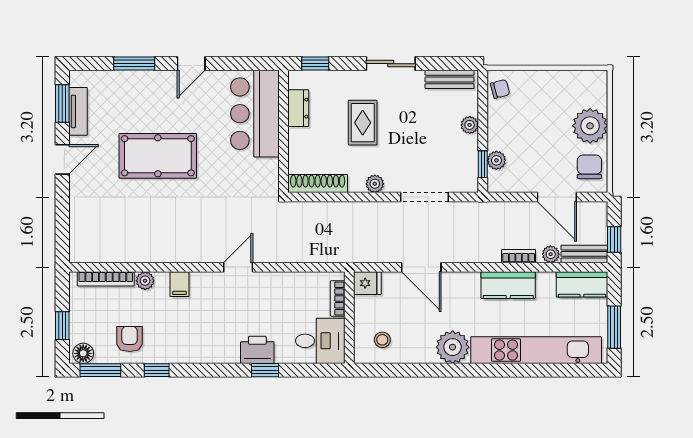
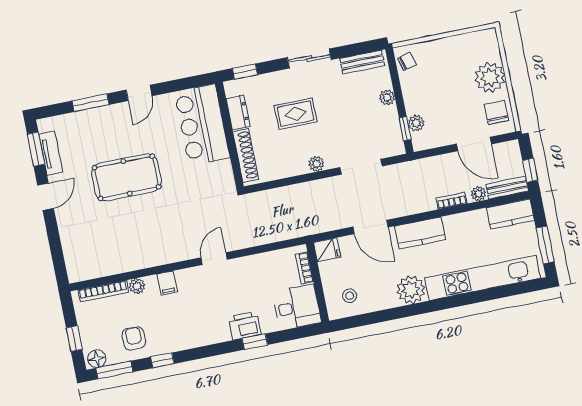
rug: (363, 123) -> (296, 114), turned 90
shoe rack: (318, 184) -> (246, 155), moved, turned 90
kitchen counter: (508, 285) -> (420, 233), moved

